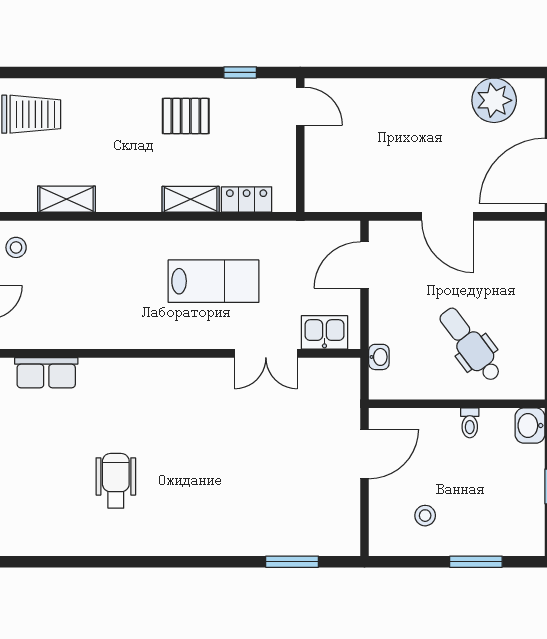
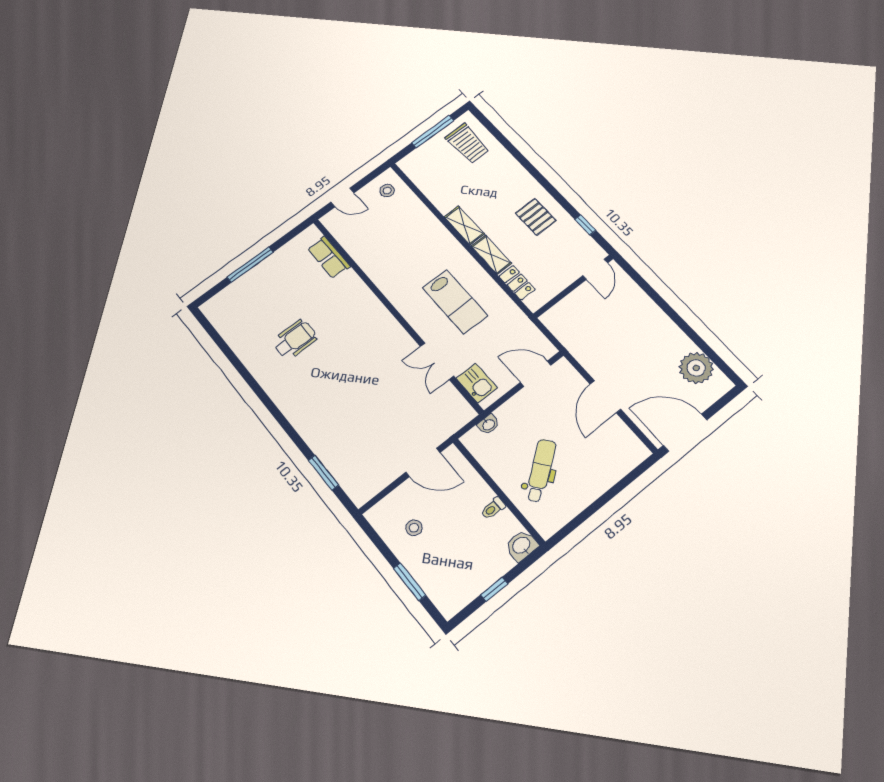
shelving: (66, 199) -> (464, 225), moved

